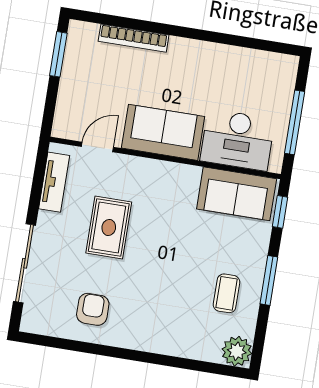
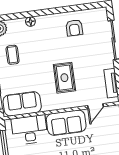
rug: (109, 227) -> (64, 78), moved
floor lamp: (173, 347) -> (30, 22), added

